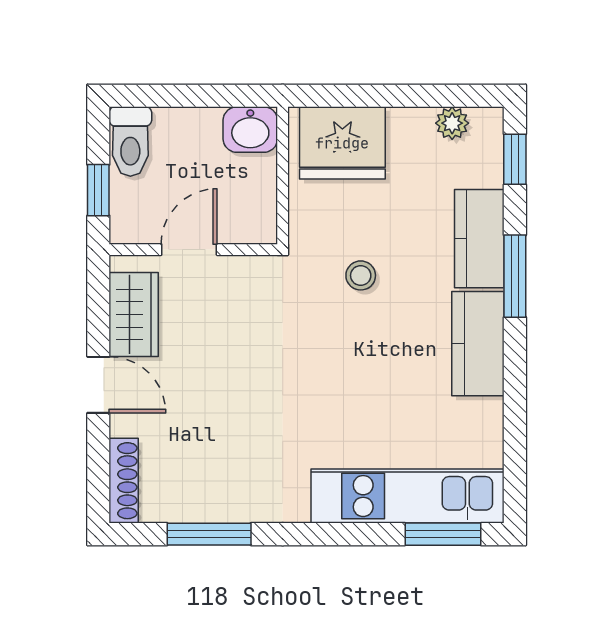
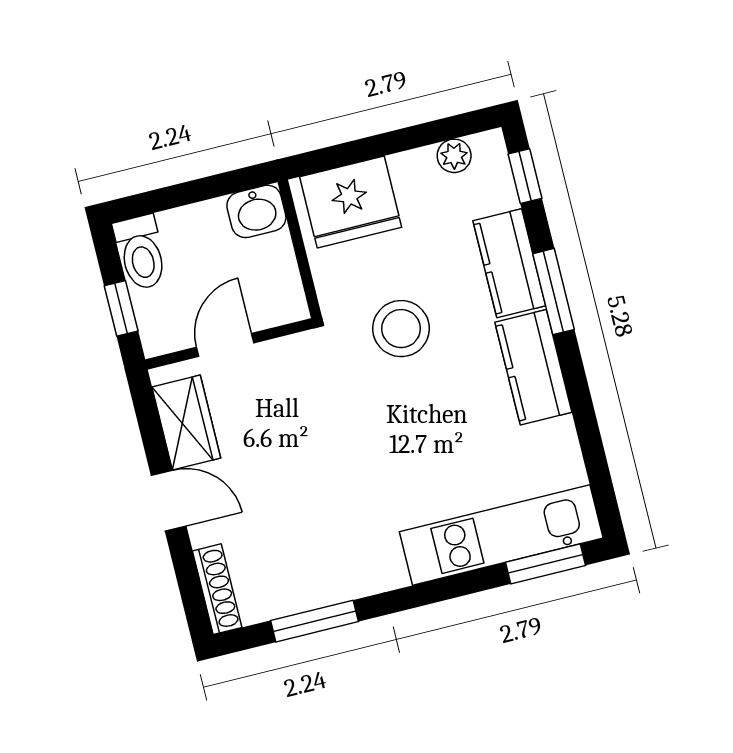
stool: (361, 275) -> (401, 329), width x1.89, depth x1.89

